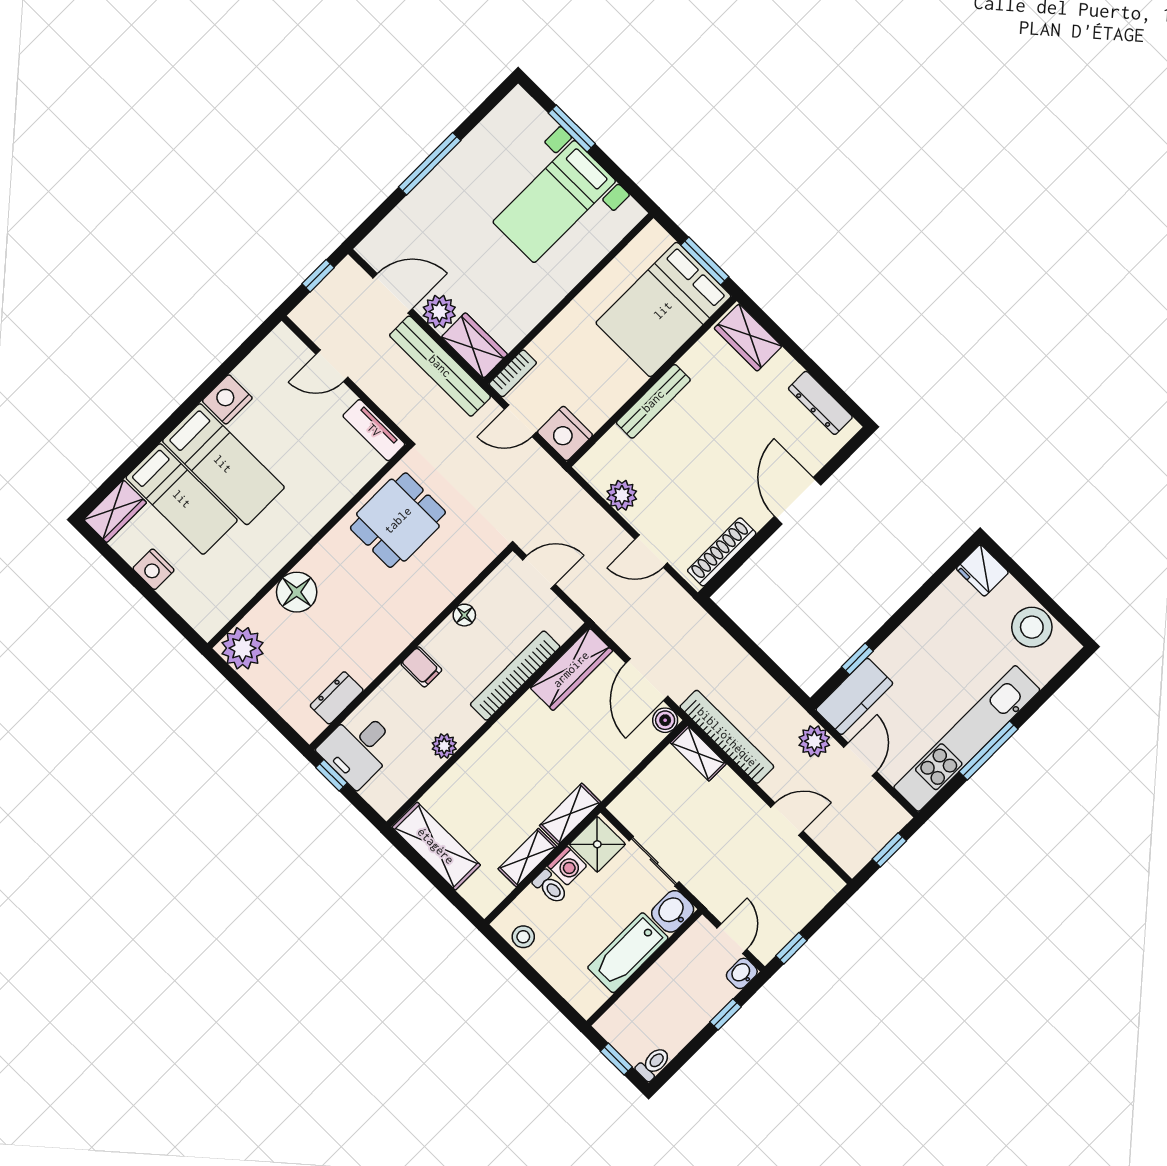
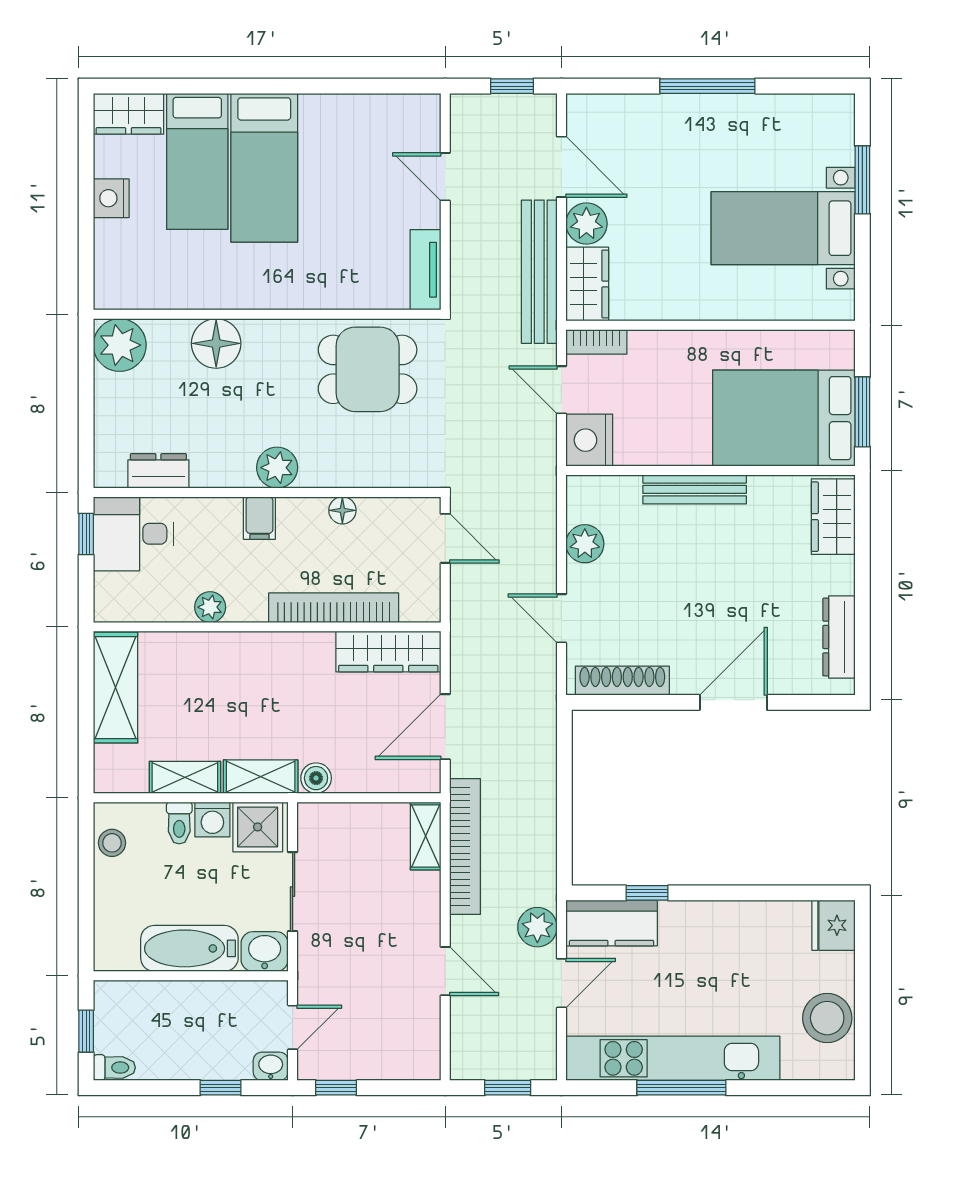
nightstand: (227, 399) -> (324, 115), removed
plant: (403, 628) -> (277, 468), added
boiler: (665, 720) -> (316, 778), moved

